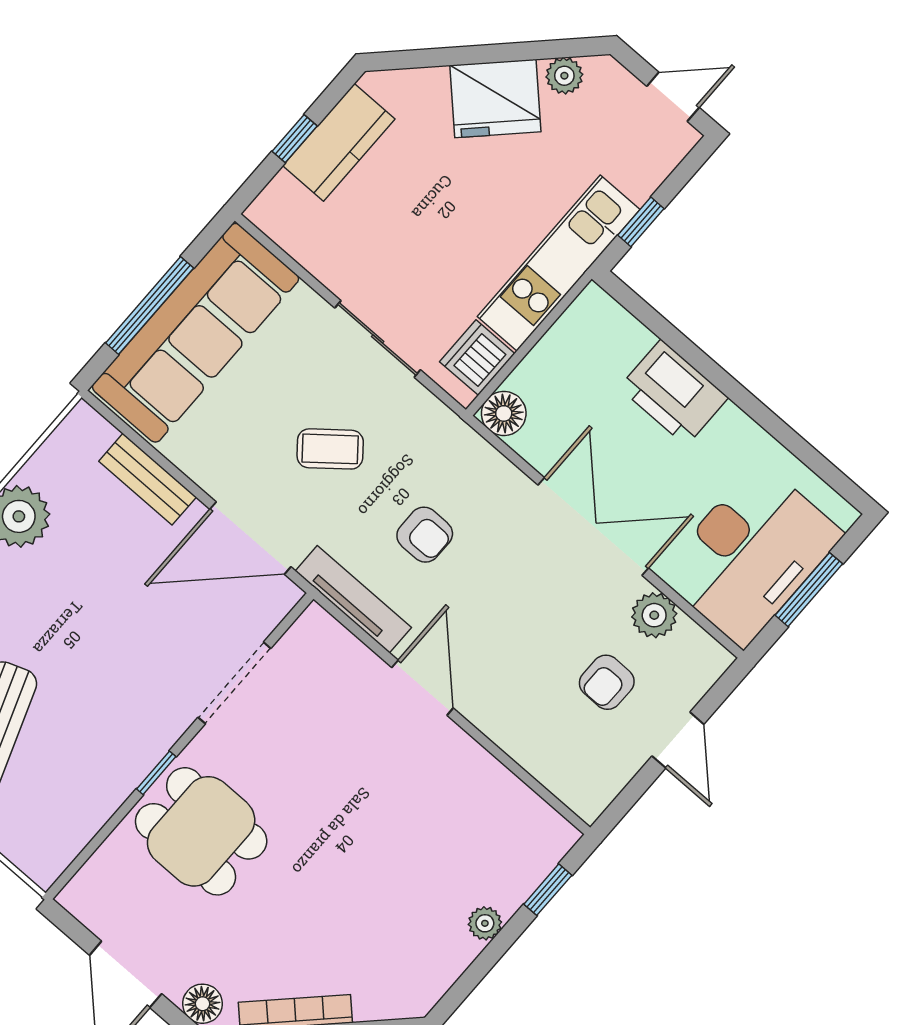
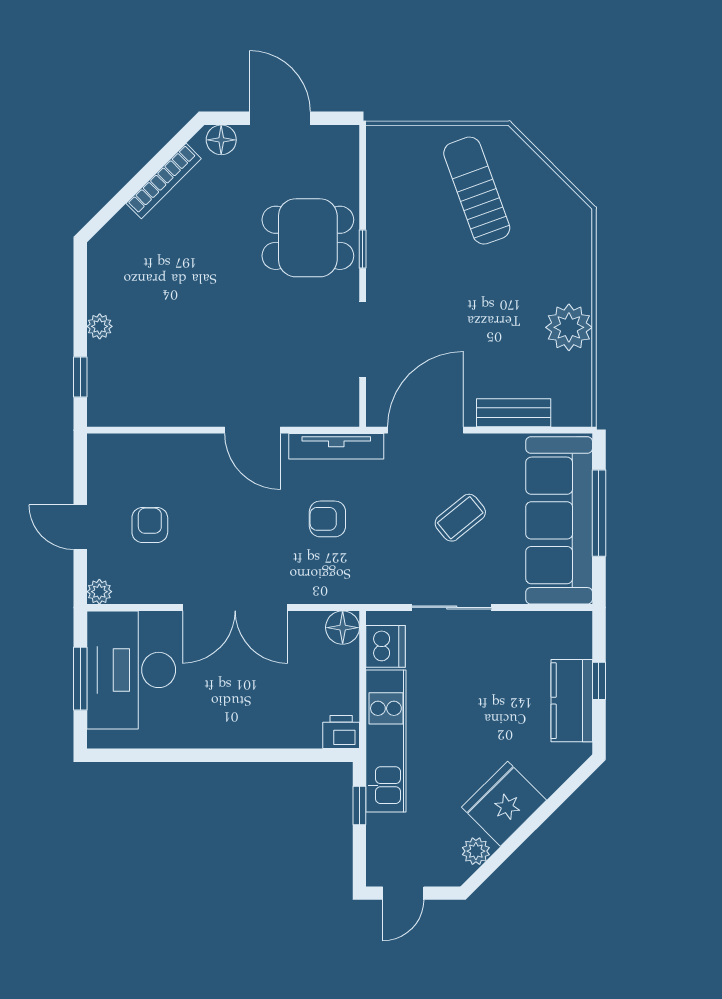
printer: (674, 393) -> (341, 732), moved, width x0.53, depth x0.68
coffee table: (330, 449) -> (460, 518), moved
plant: (654, 615) -> (99, 592), moved, width x0.73, depth x0.73

